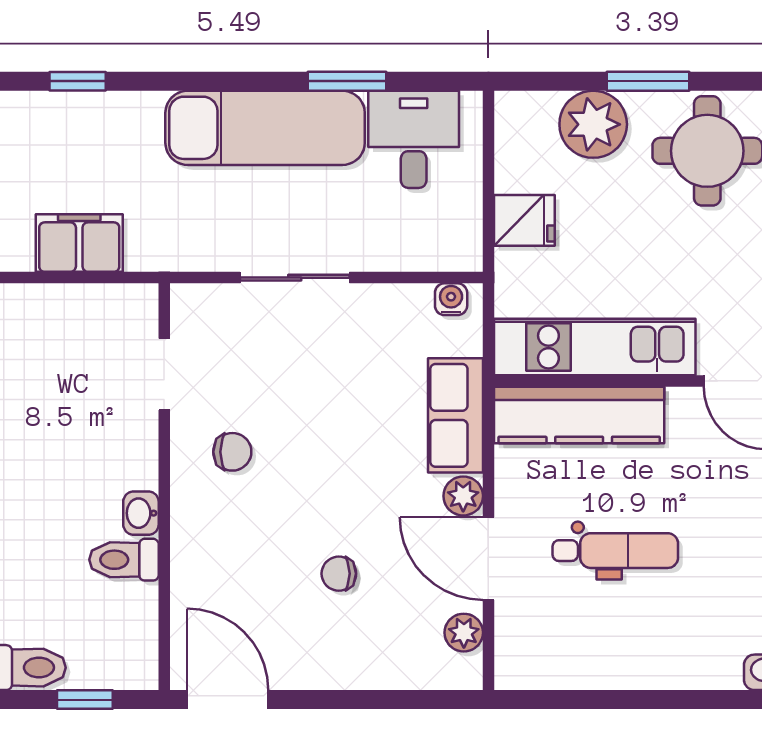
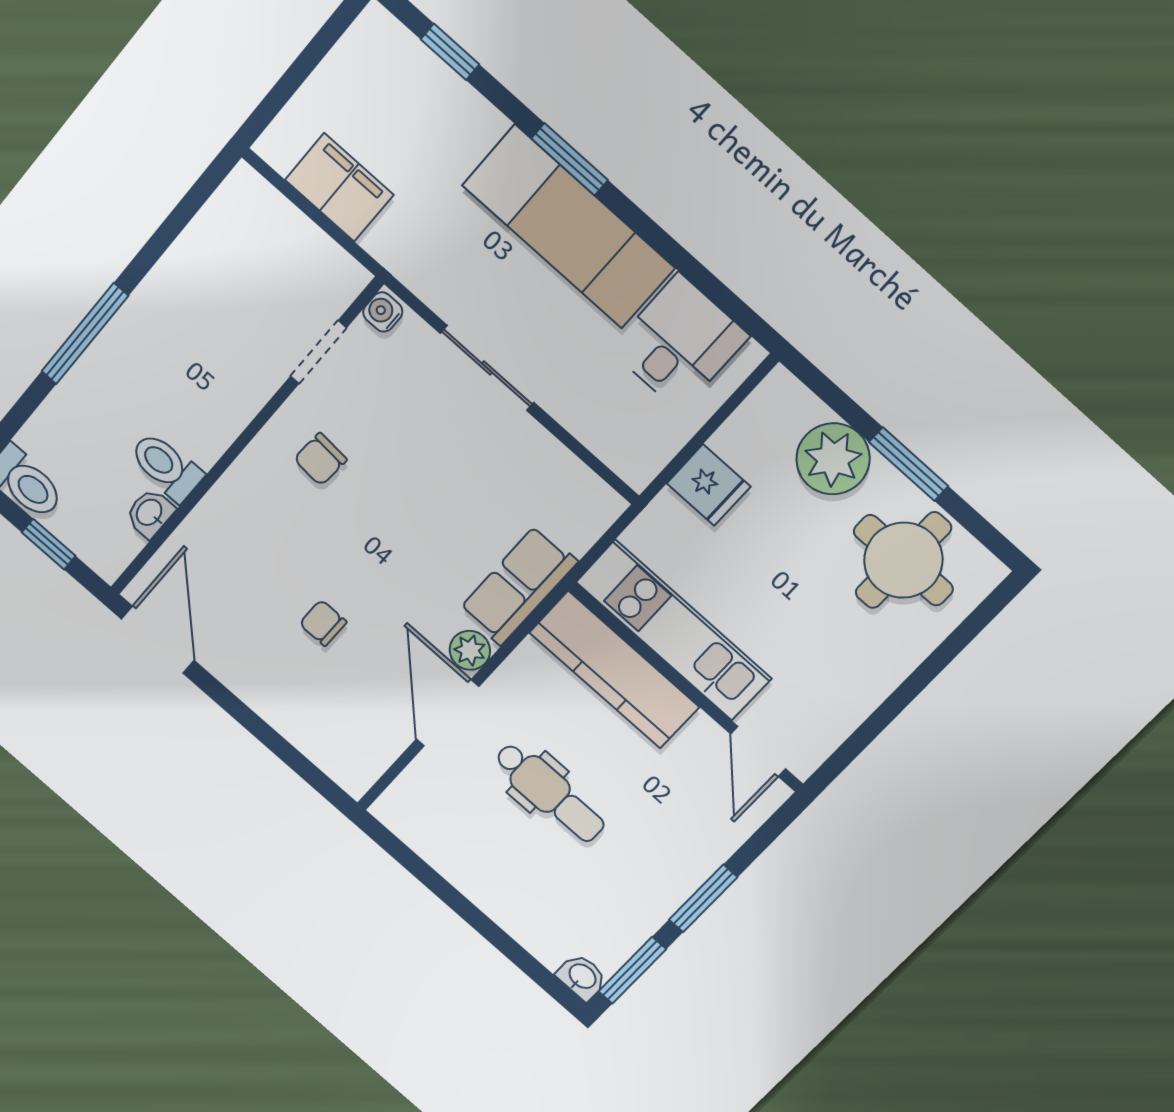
window: (347, 81) -> (570, 159), moved
water cooler: (451, 299) -> (383, 312), moved, turned -90
chair: (232, 452) -> (320, 459), turned 94
washbasin: (141, 513) -> (150, 513), moved
plant: (464, 633) -> (380, 749), removed

